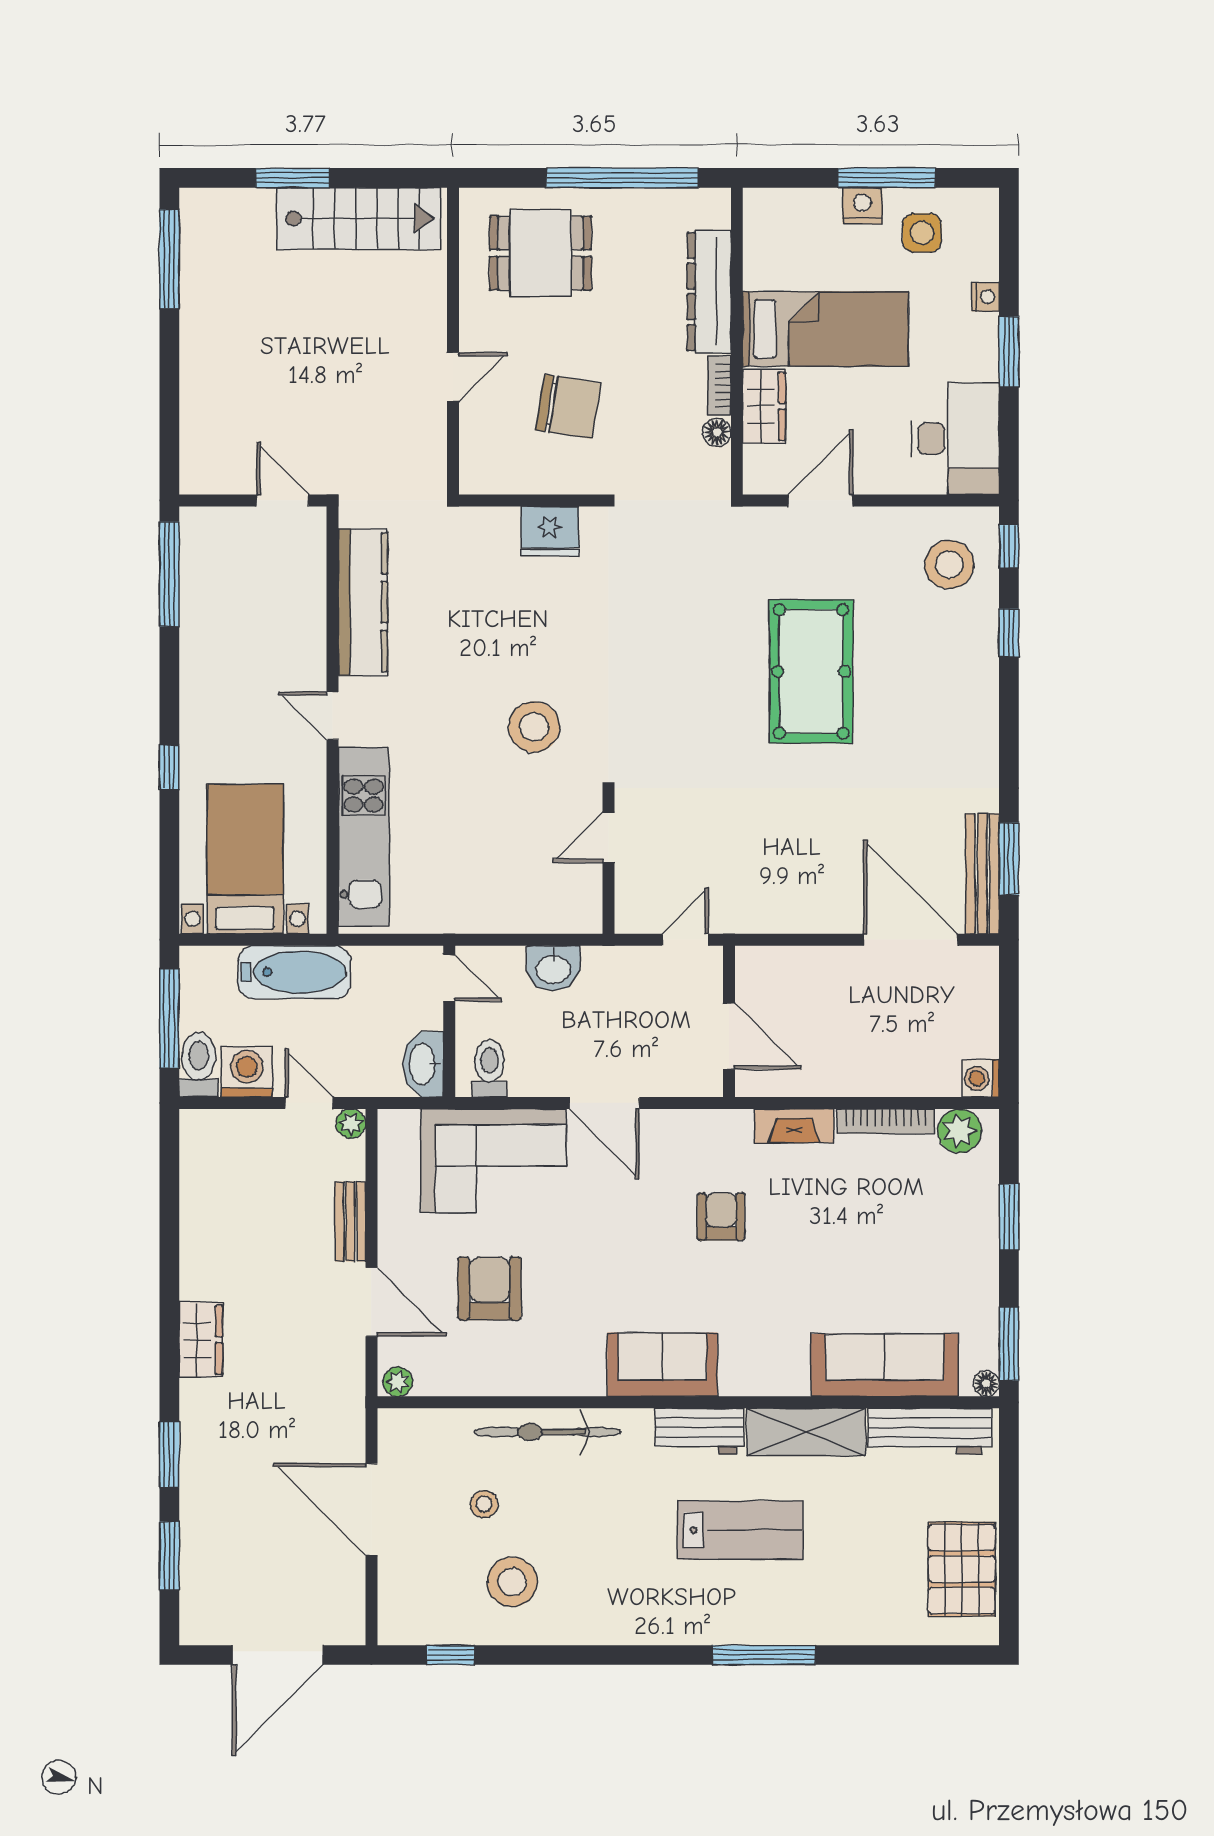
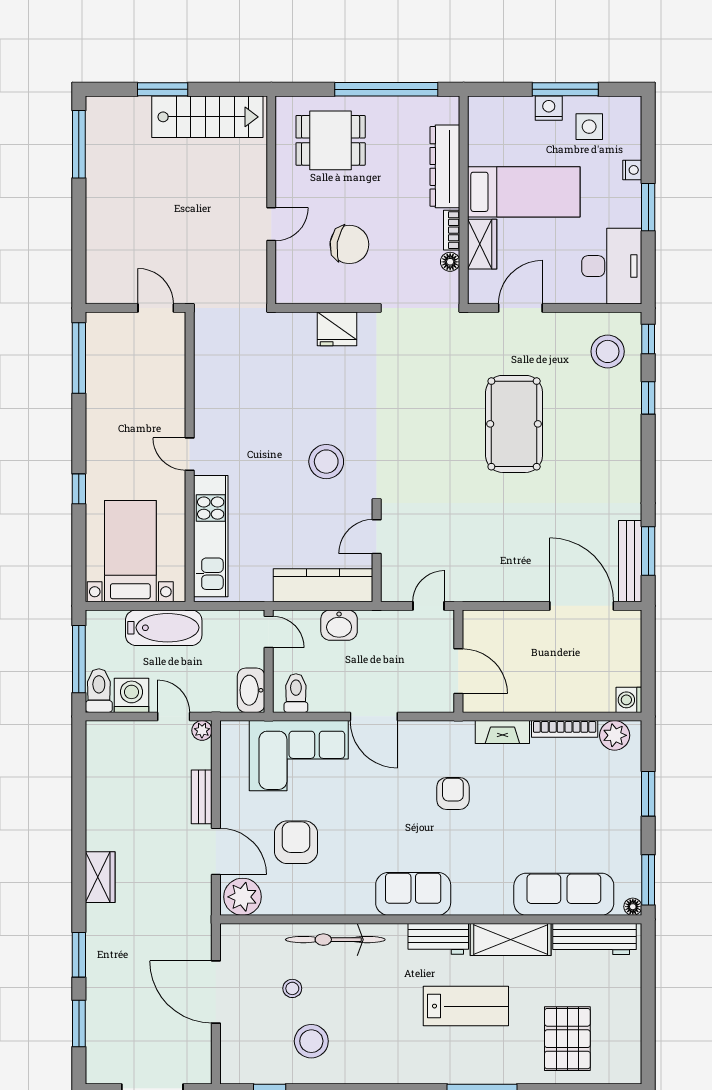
kitchen counter: (363, 602) -> (323, 585), moved, turned -90
plant: (398, 1382) -> (243, 897), width x1.87, depth x1.87
pallet: (962, 1569) -> (567, 1039), moved

